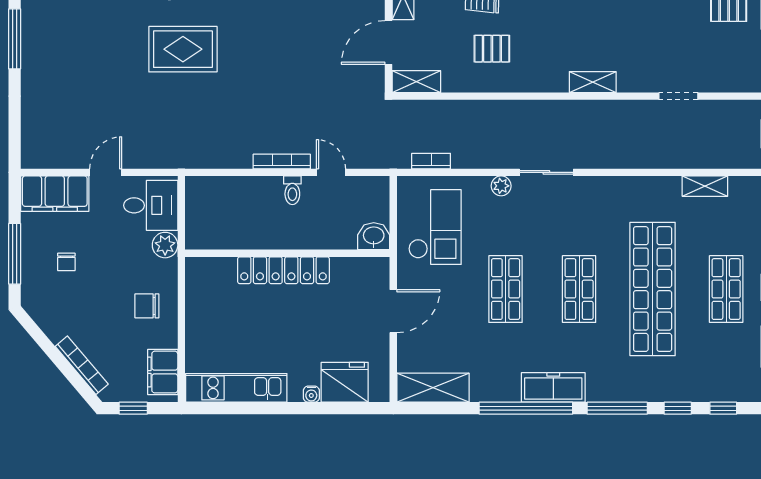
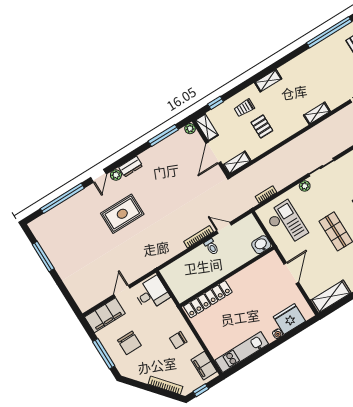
pallet: (492, 49) -> (262, 126), turned 90
plant: (165, 245) -> (169, 307), removed
chair: (66, 262) -> (129, 343), width x1.87, depth x1.87
locker: (283, 270) -> (208, 299), moved

